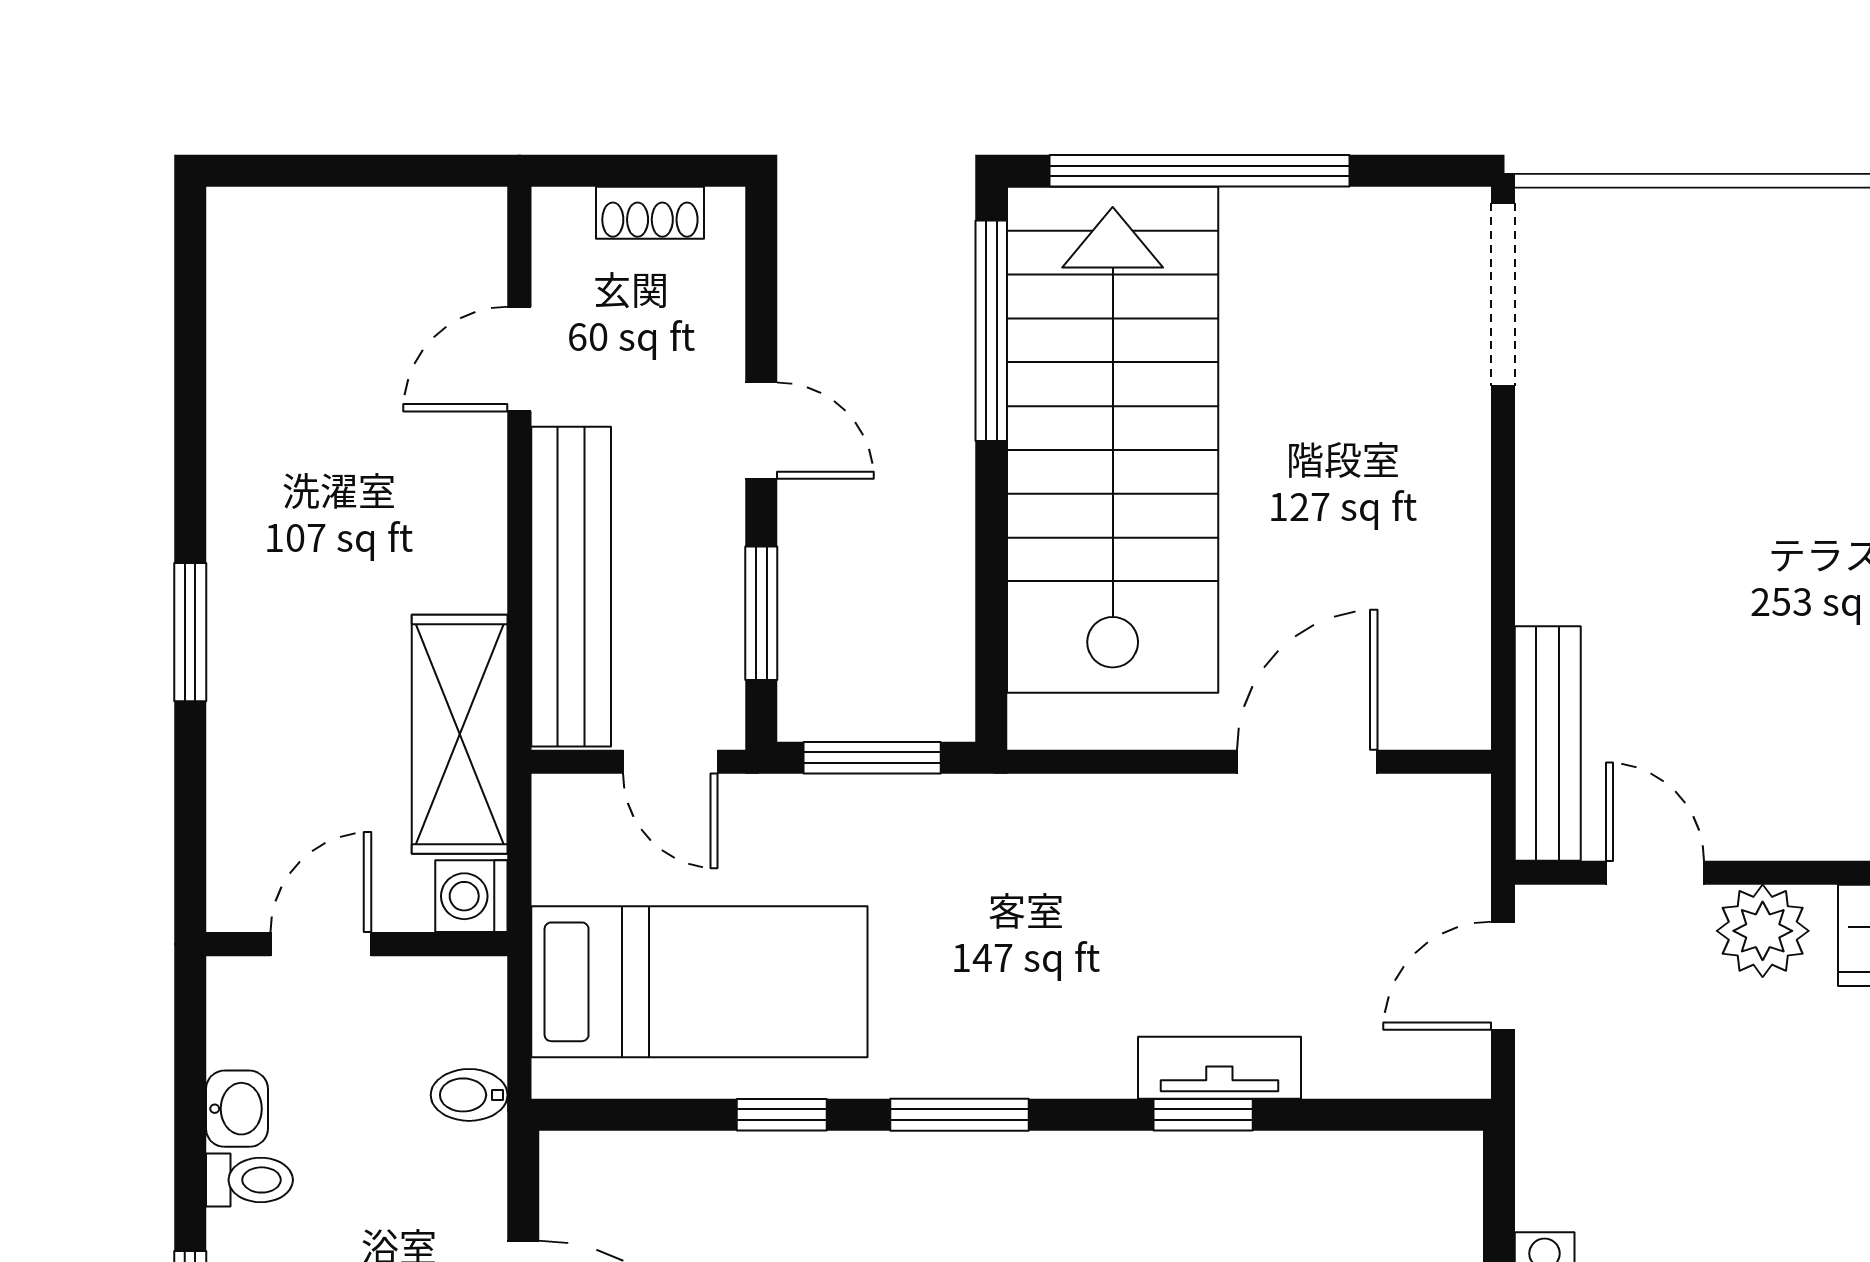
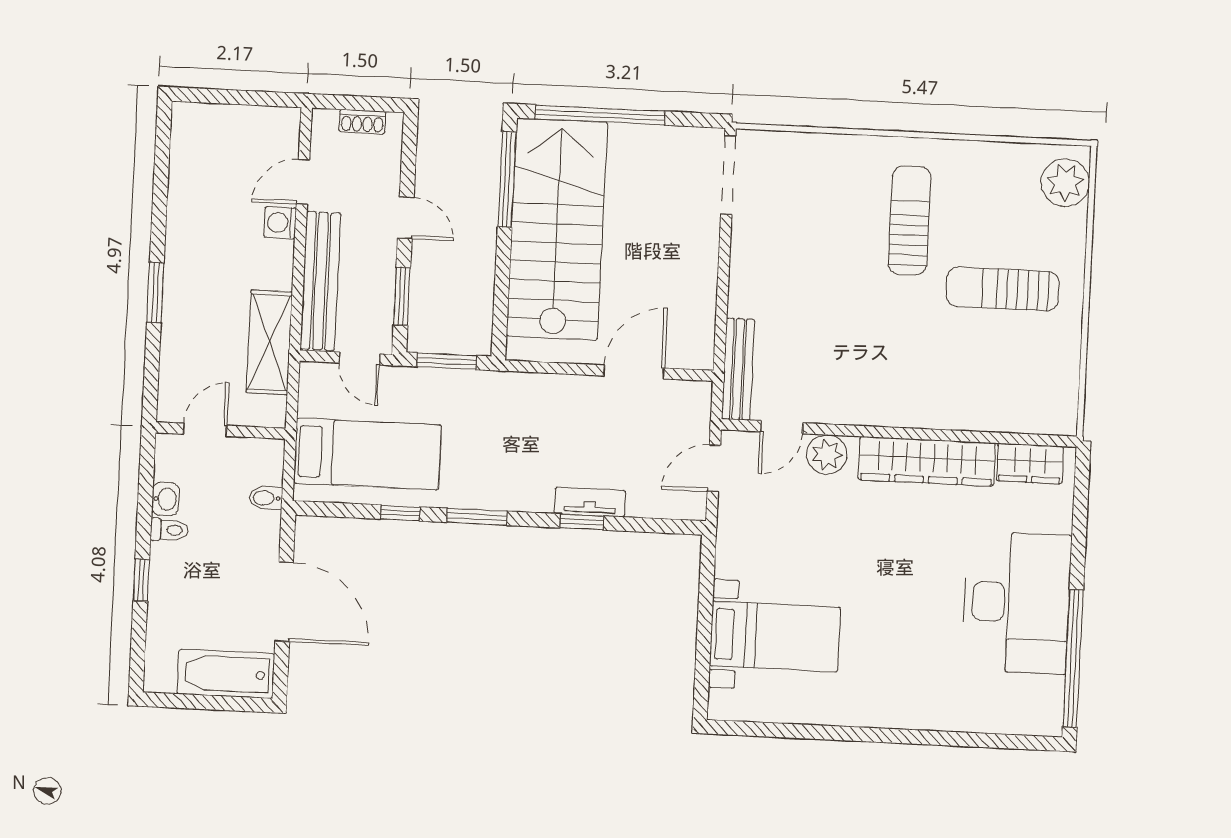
door: (1655, 873) -> (782, 427), swing flipped
washing machine: (471, 896) -> (280, 223), moved

